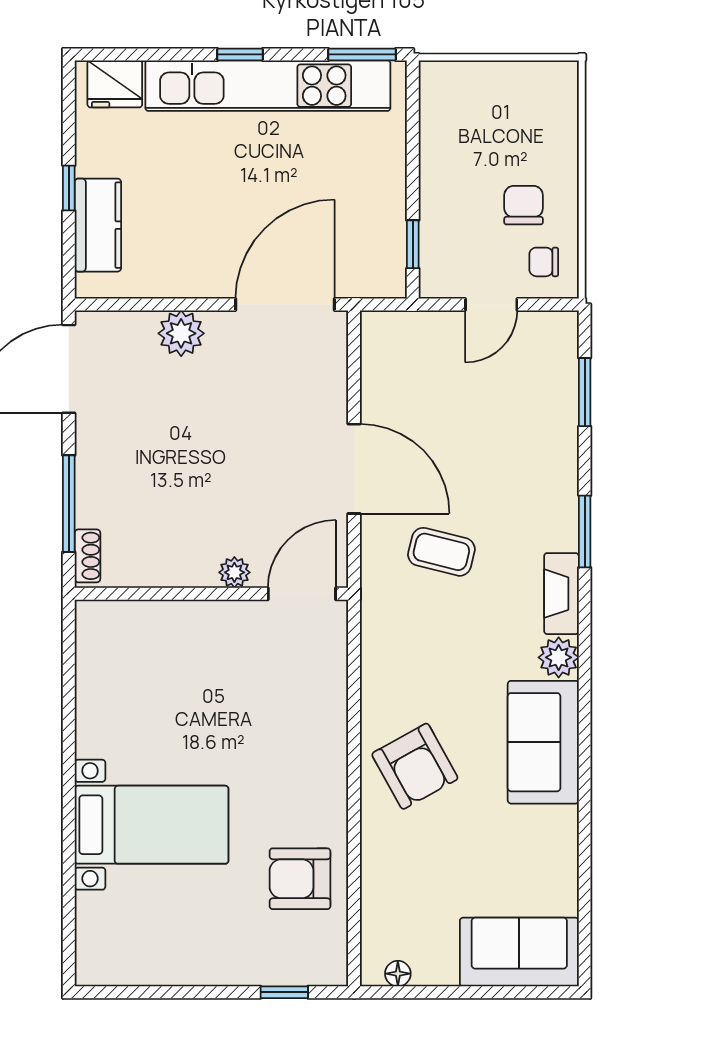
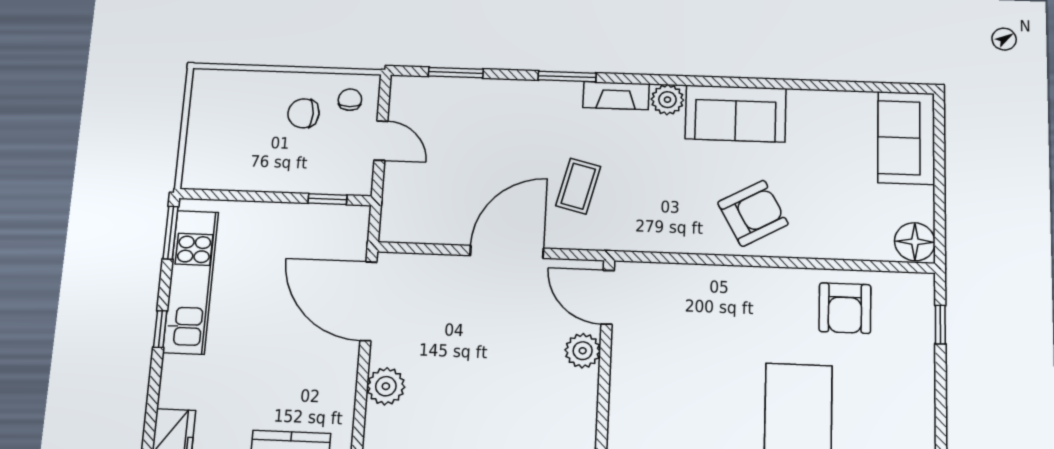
kitchen unit: (268, 86) -> (191, 282), width x0.73
chair: (544, 262) -> (350, 100), turned 180
plant: (234, 572) -> (583, 351), width x1.38, depth x1.38
floor lamp: (398, 974) -> (915, 242), width x1.89, depth x1.89

